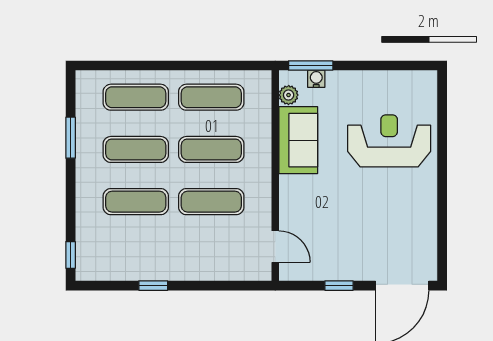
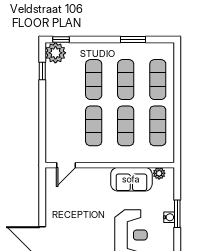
window: (311, 65) -> (177, 214), moved
water cooler: (316, 79) -> (169, 217), moved
plant: (92, 264) -> (55, 53), added
window: (153, 286) -> (42, 71), moved
window: (339, 286) -> (42, 204), removed

